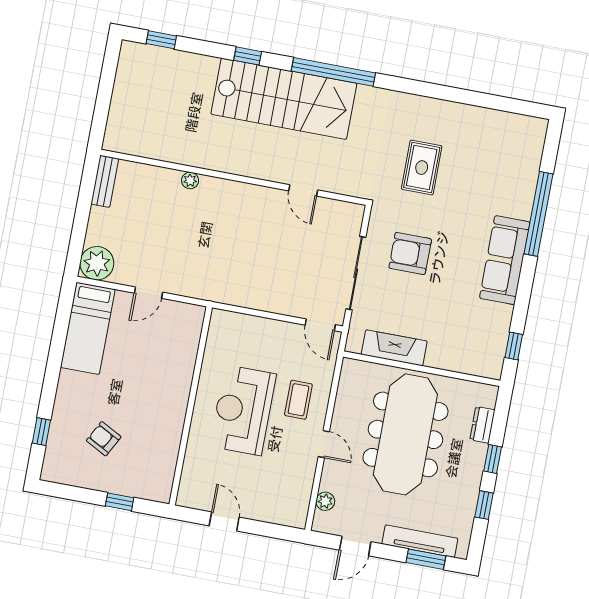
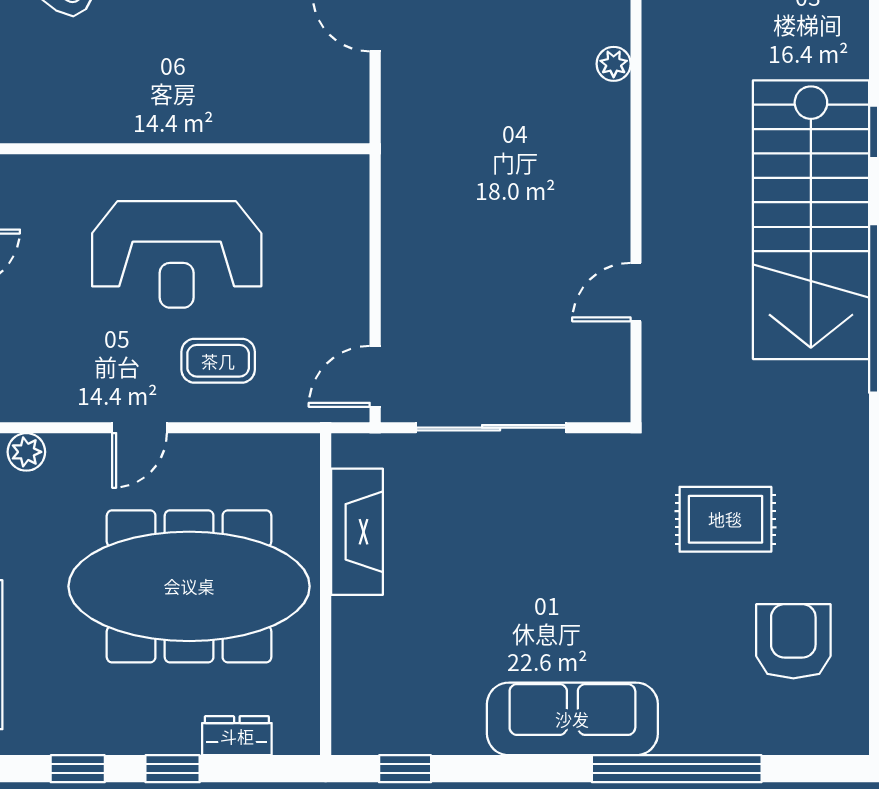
armchair: (410, 253) -> (793, 641), moved
reception desk: (243, 410) -> (177, 254), turned 180

